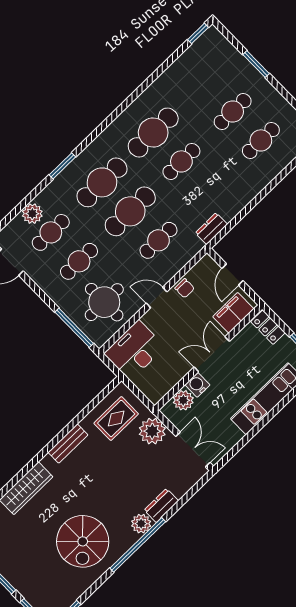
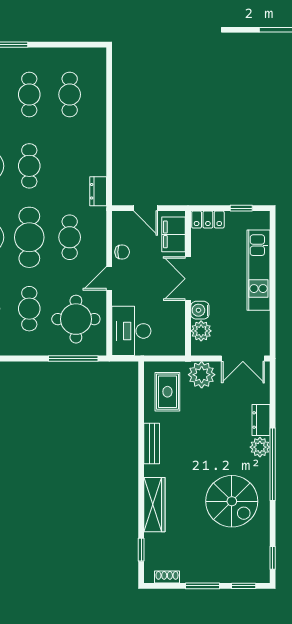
double door: (193, 449) -> (243, 358), swing flipped

